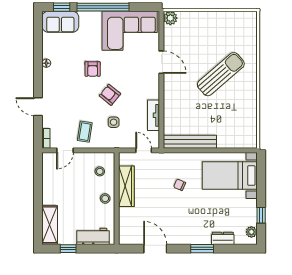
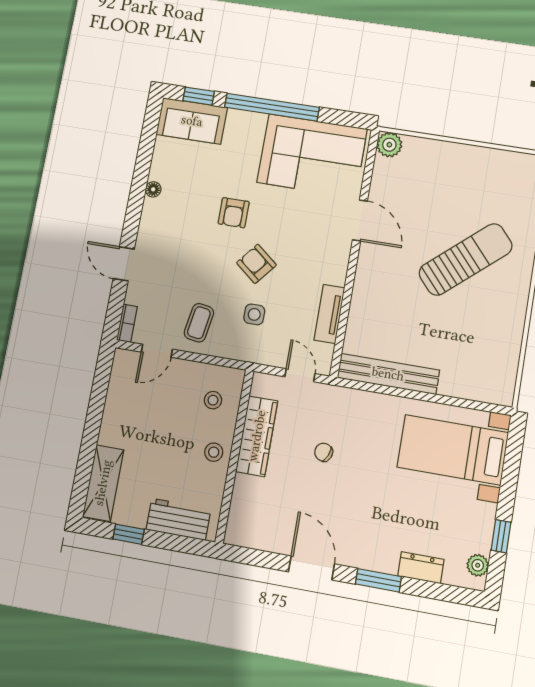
chair: (180, 185) -> (324, 452), moved
door: (155, 249) -> (311, 568), moved

